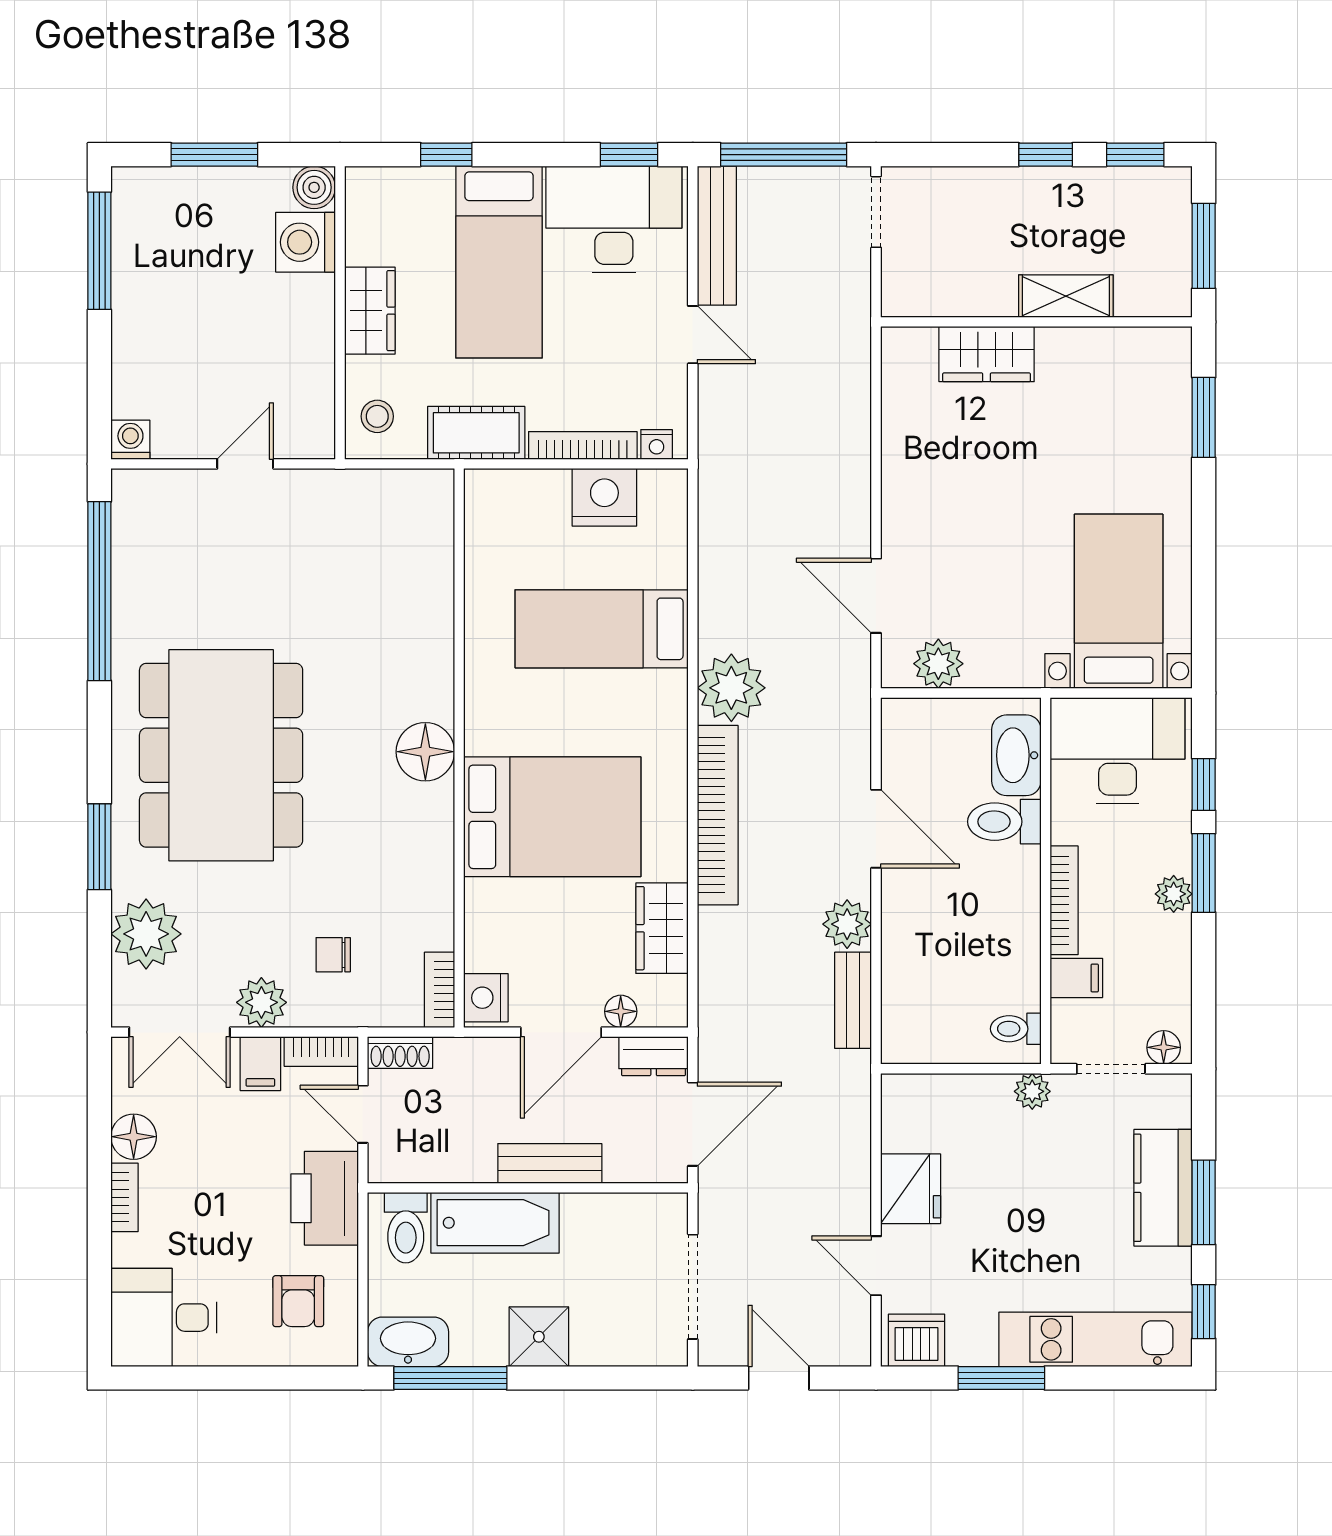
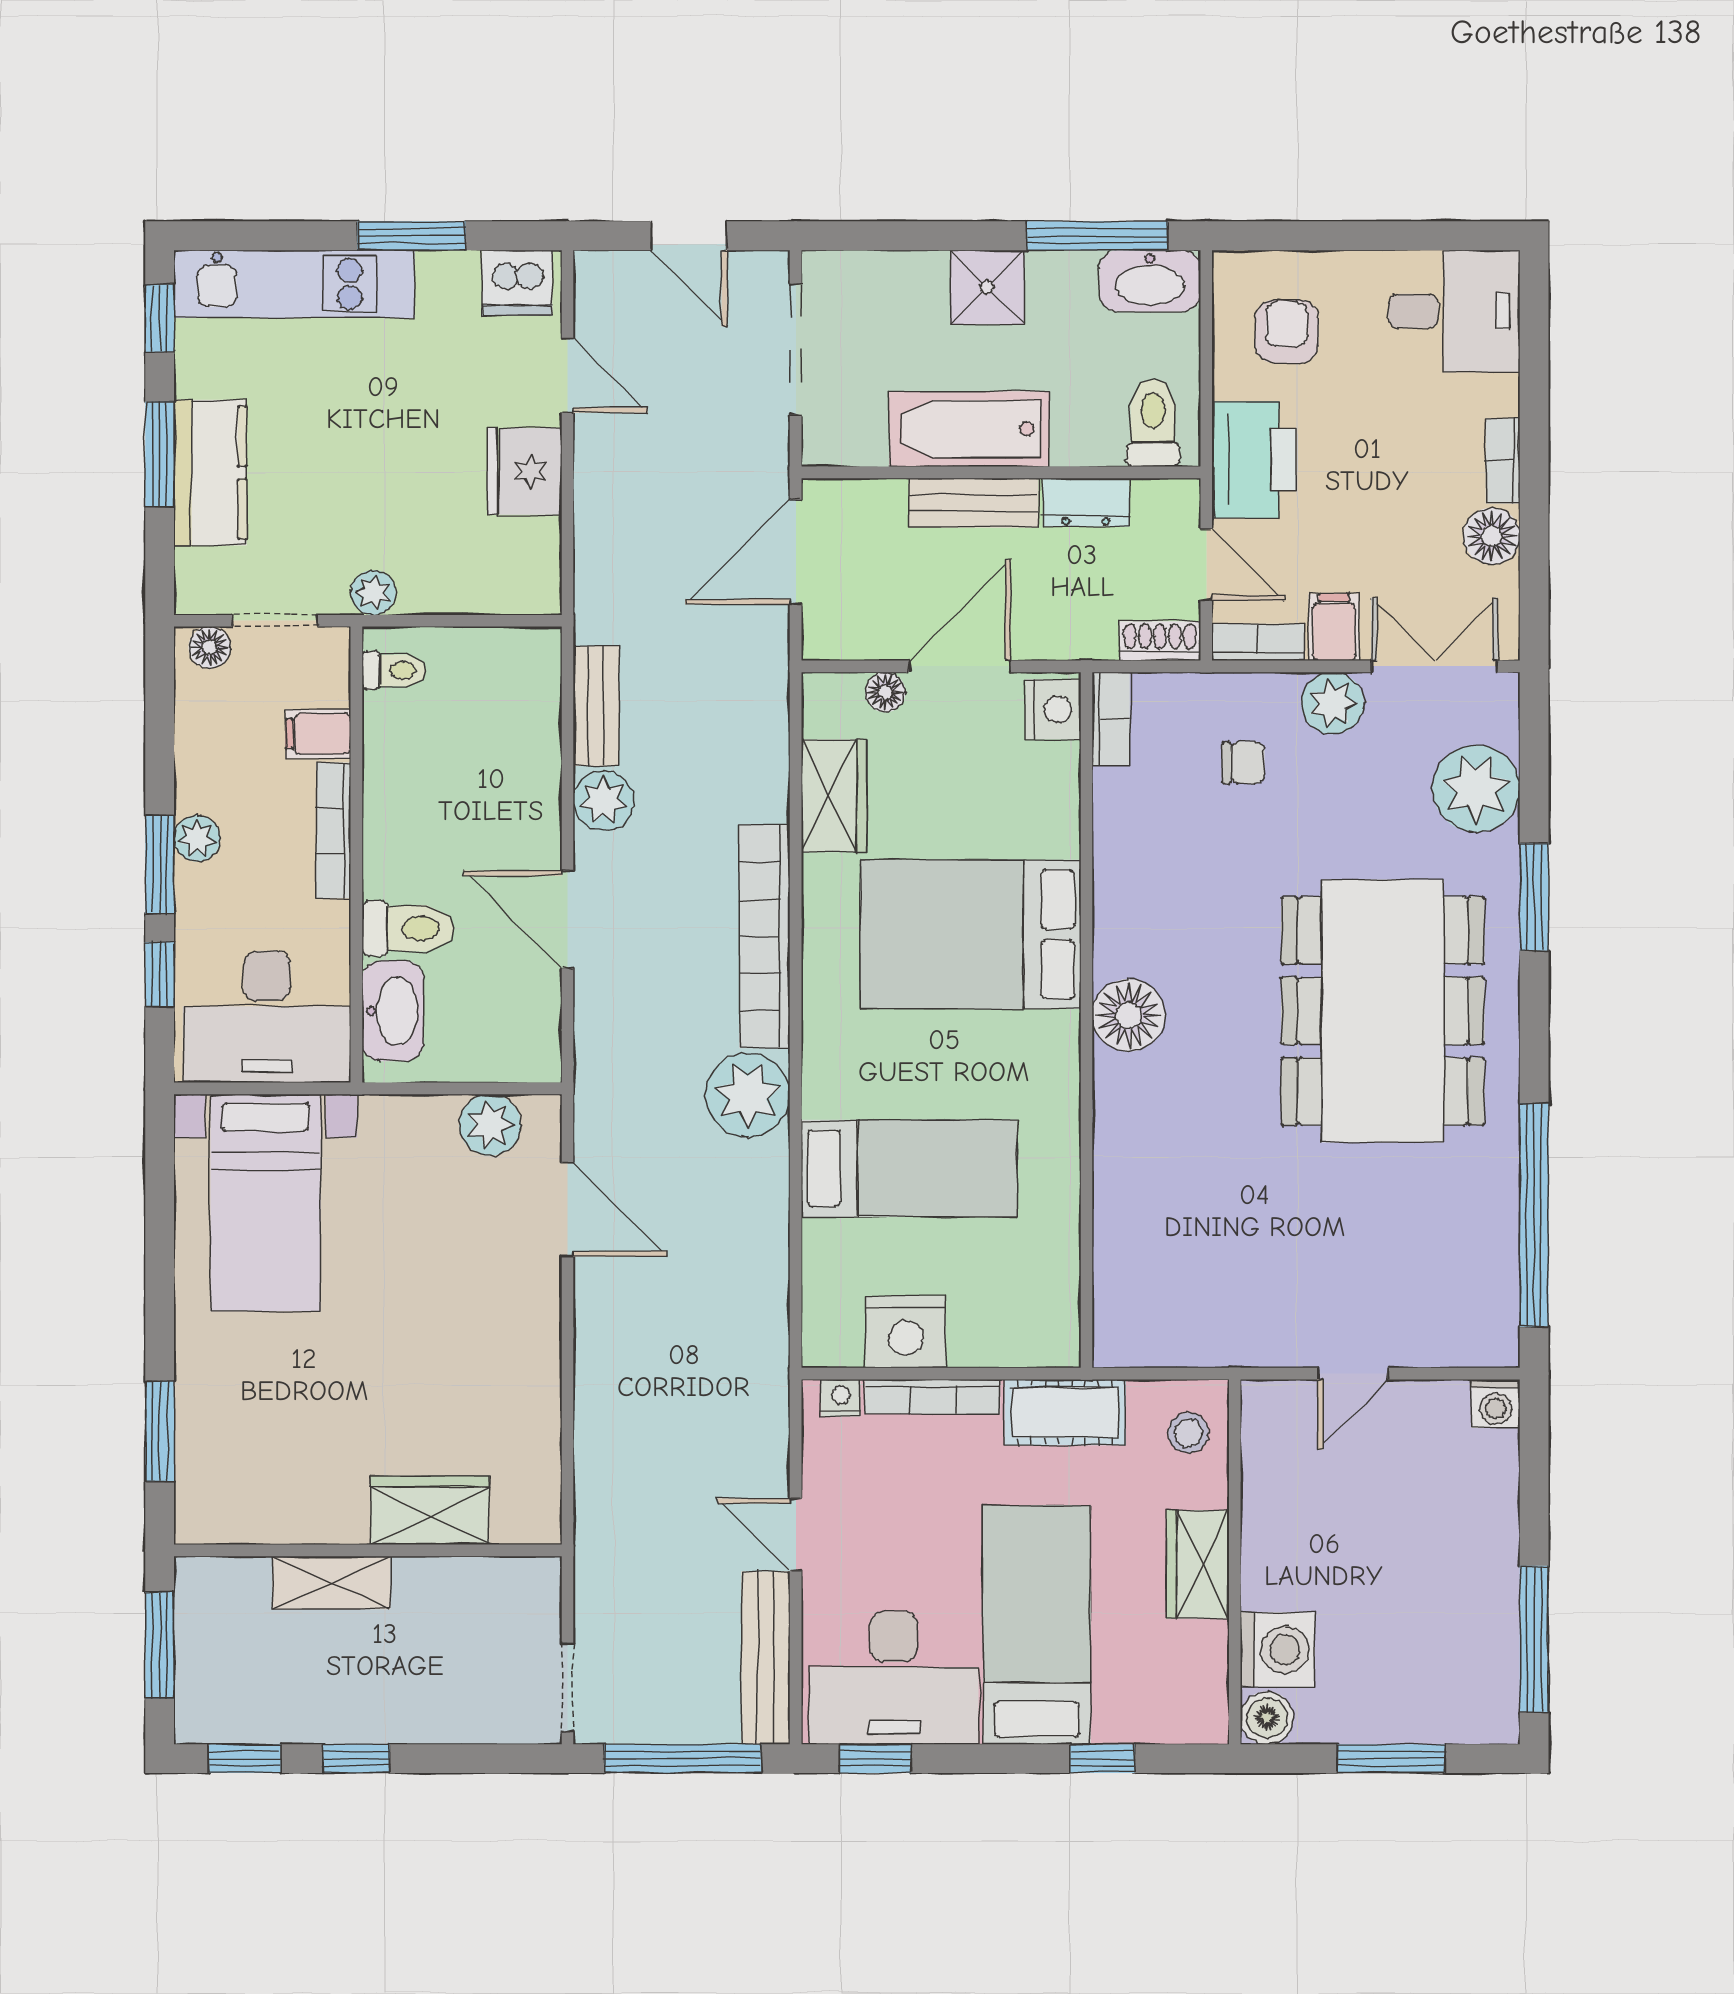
dresser: (654, 1056) -> (1086, 502), moved, turned 180
bathtub: (495, 1223) -> (969, 429), moved

